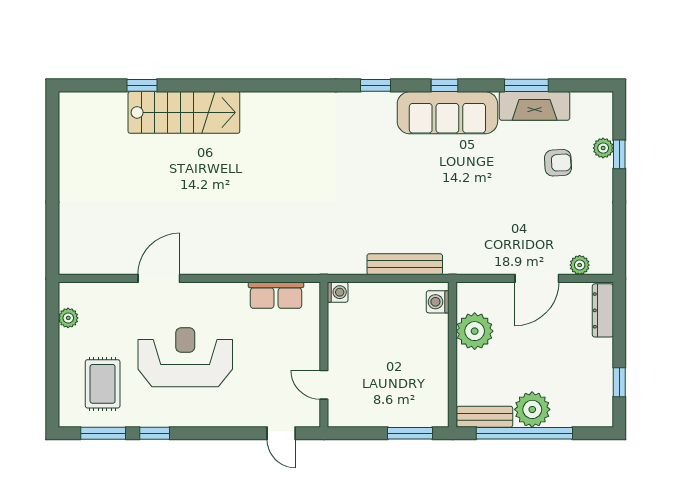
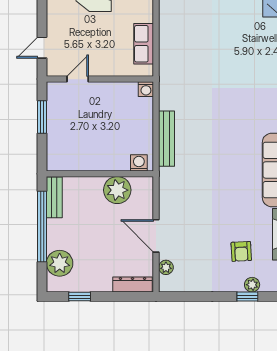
plant: (532, 409) -> (60, 263), moved
window: (410, 433) -> (42, 117), moved

